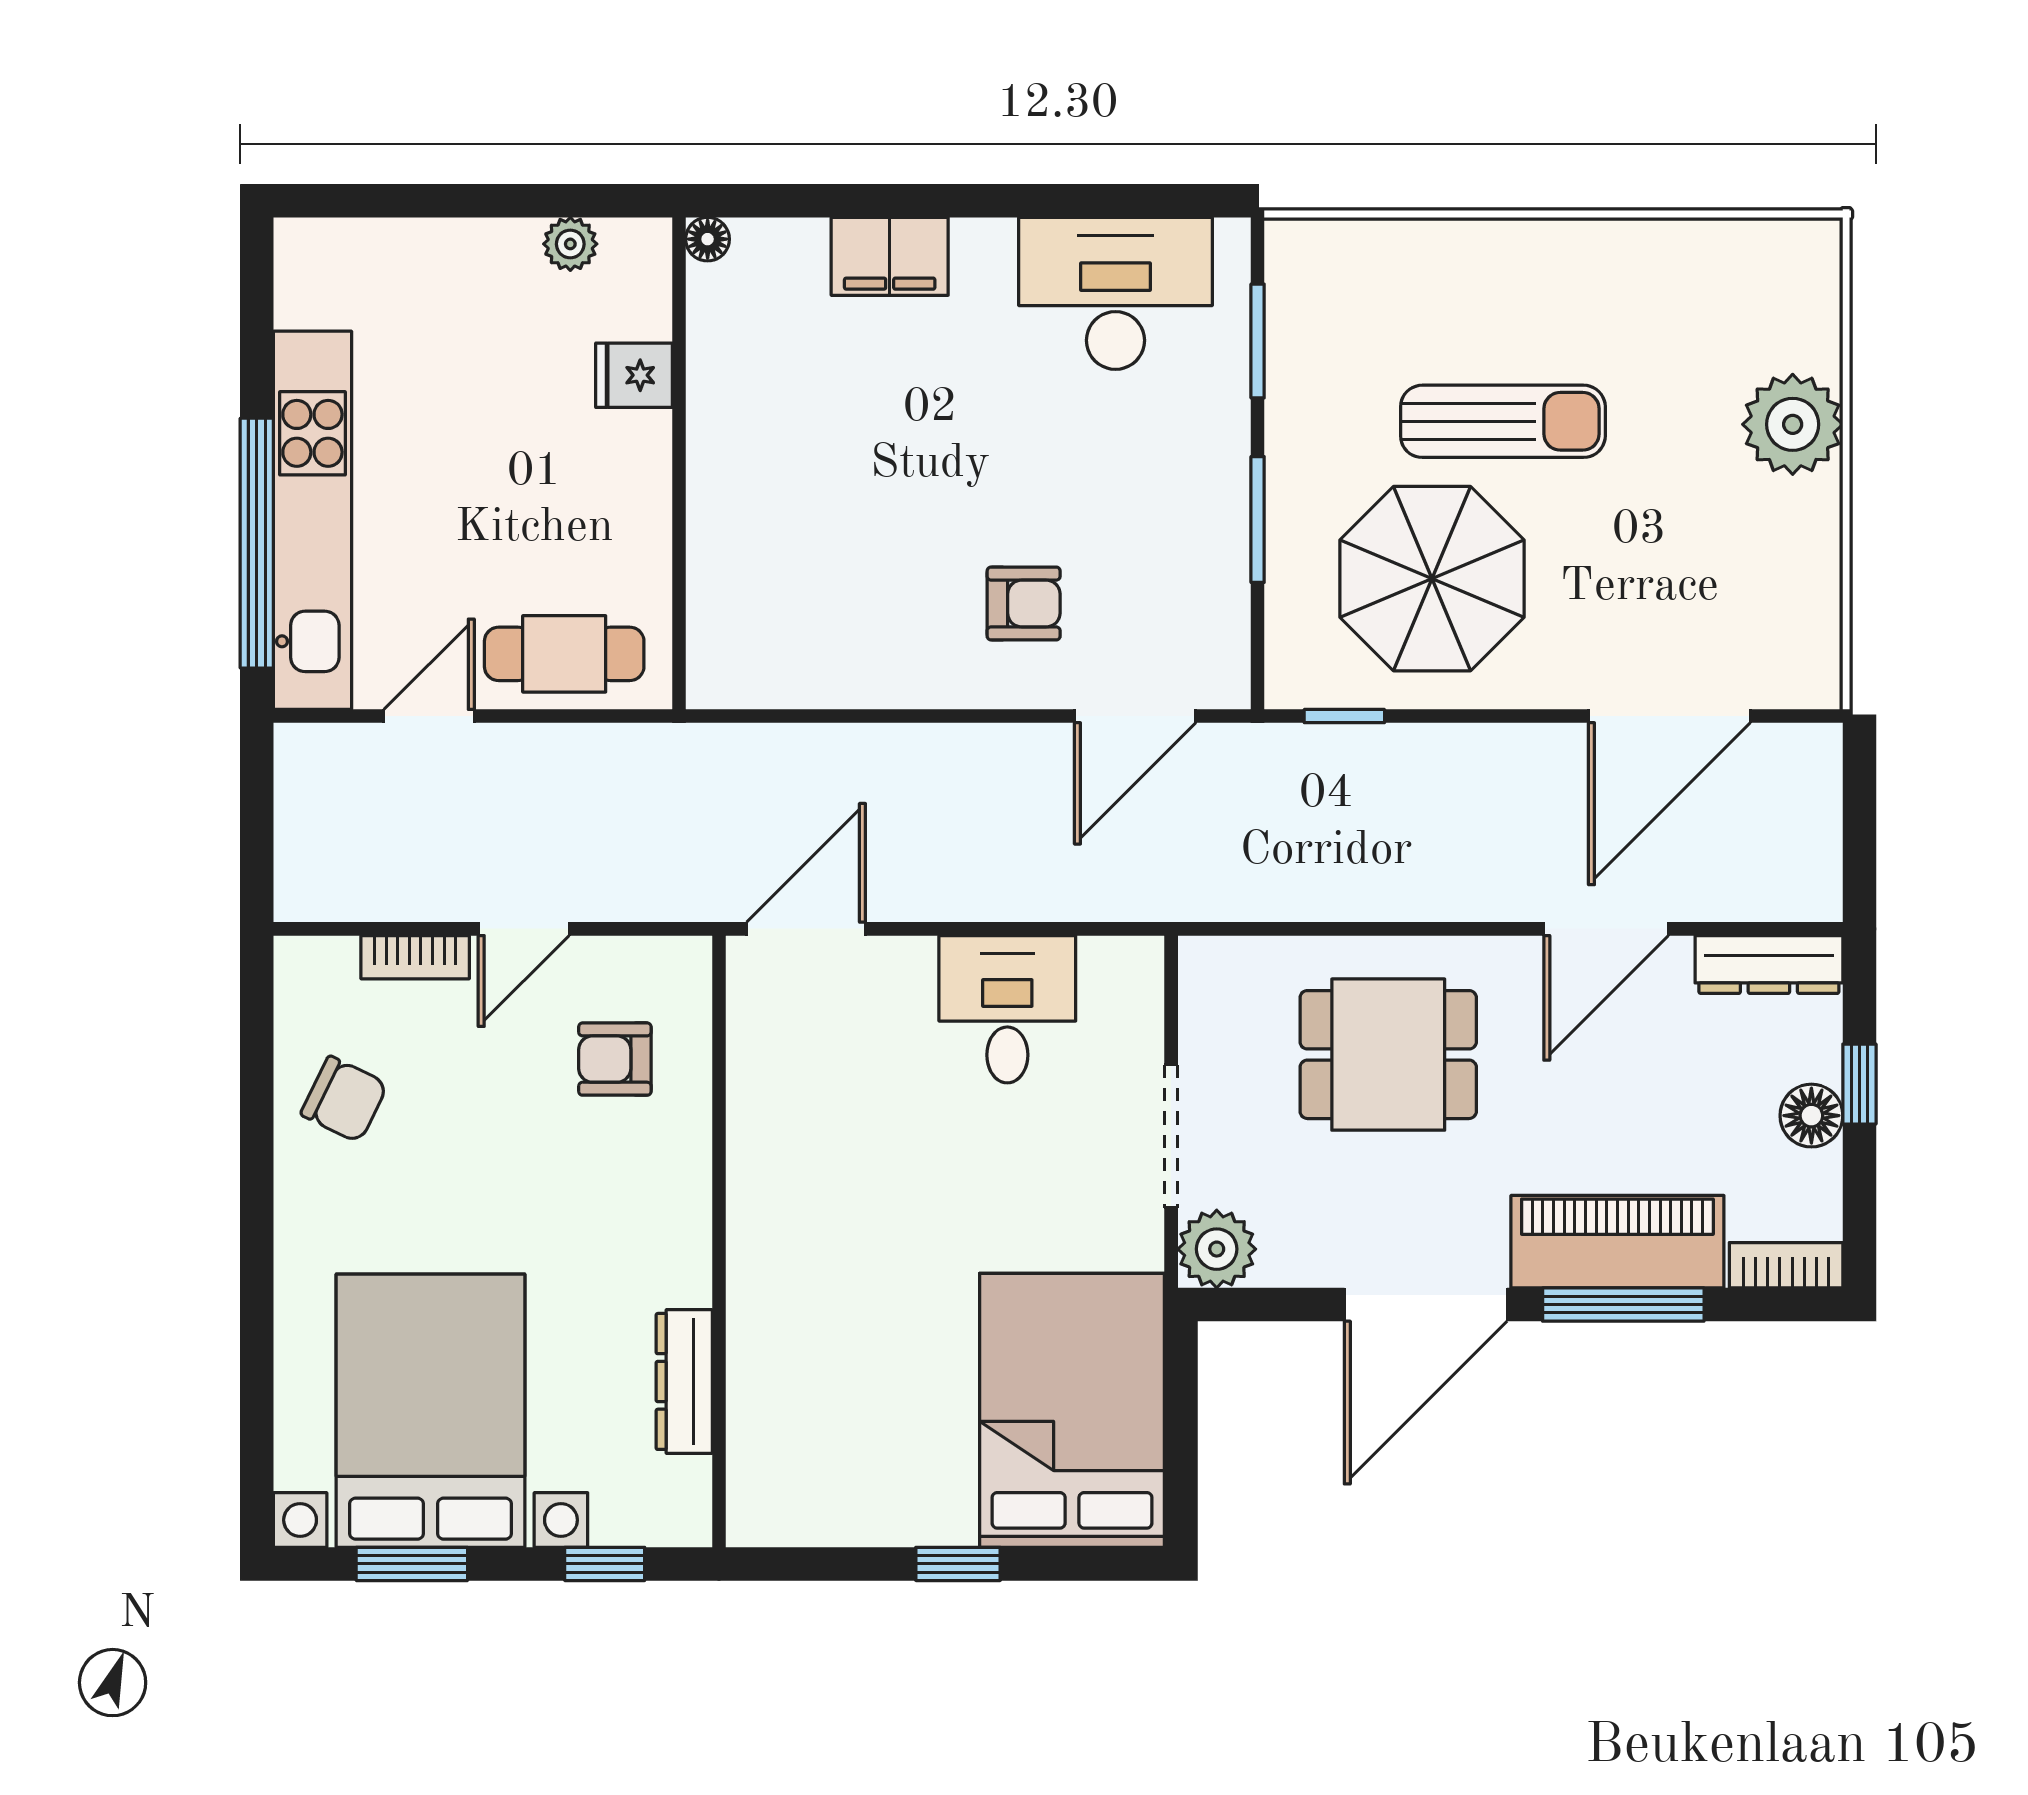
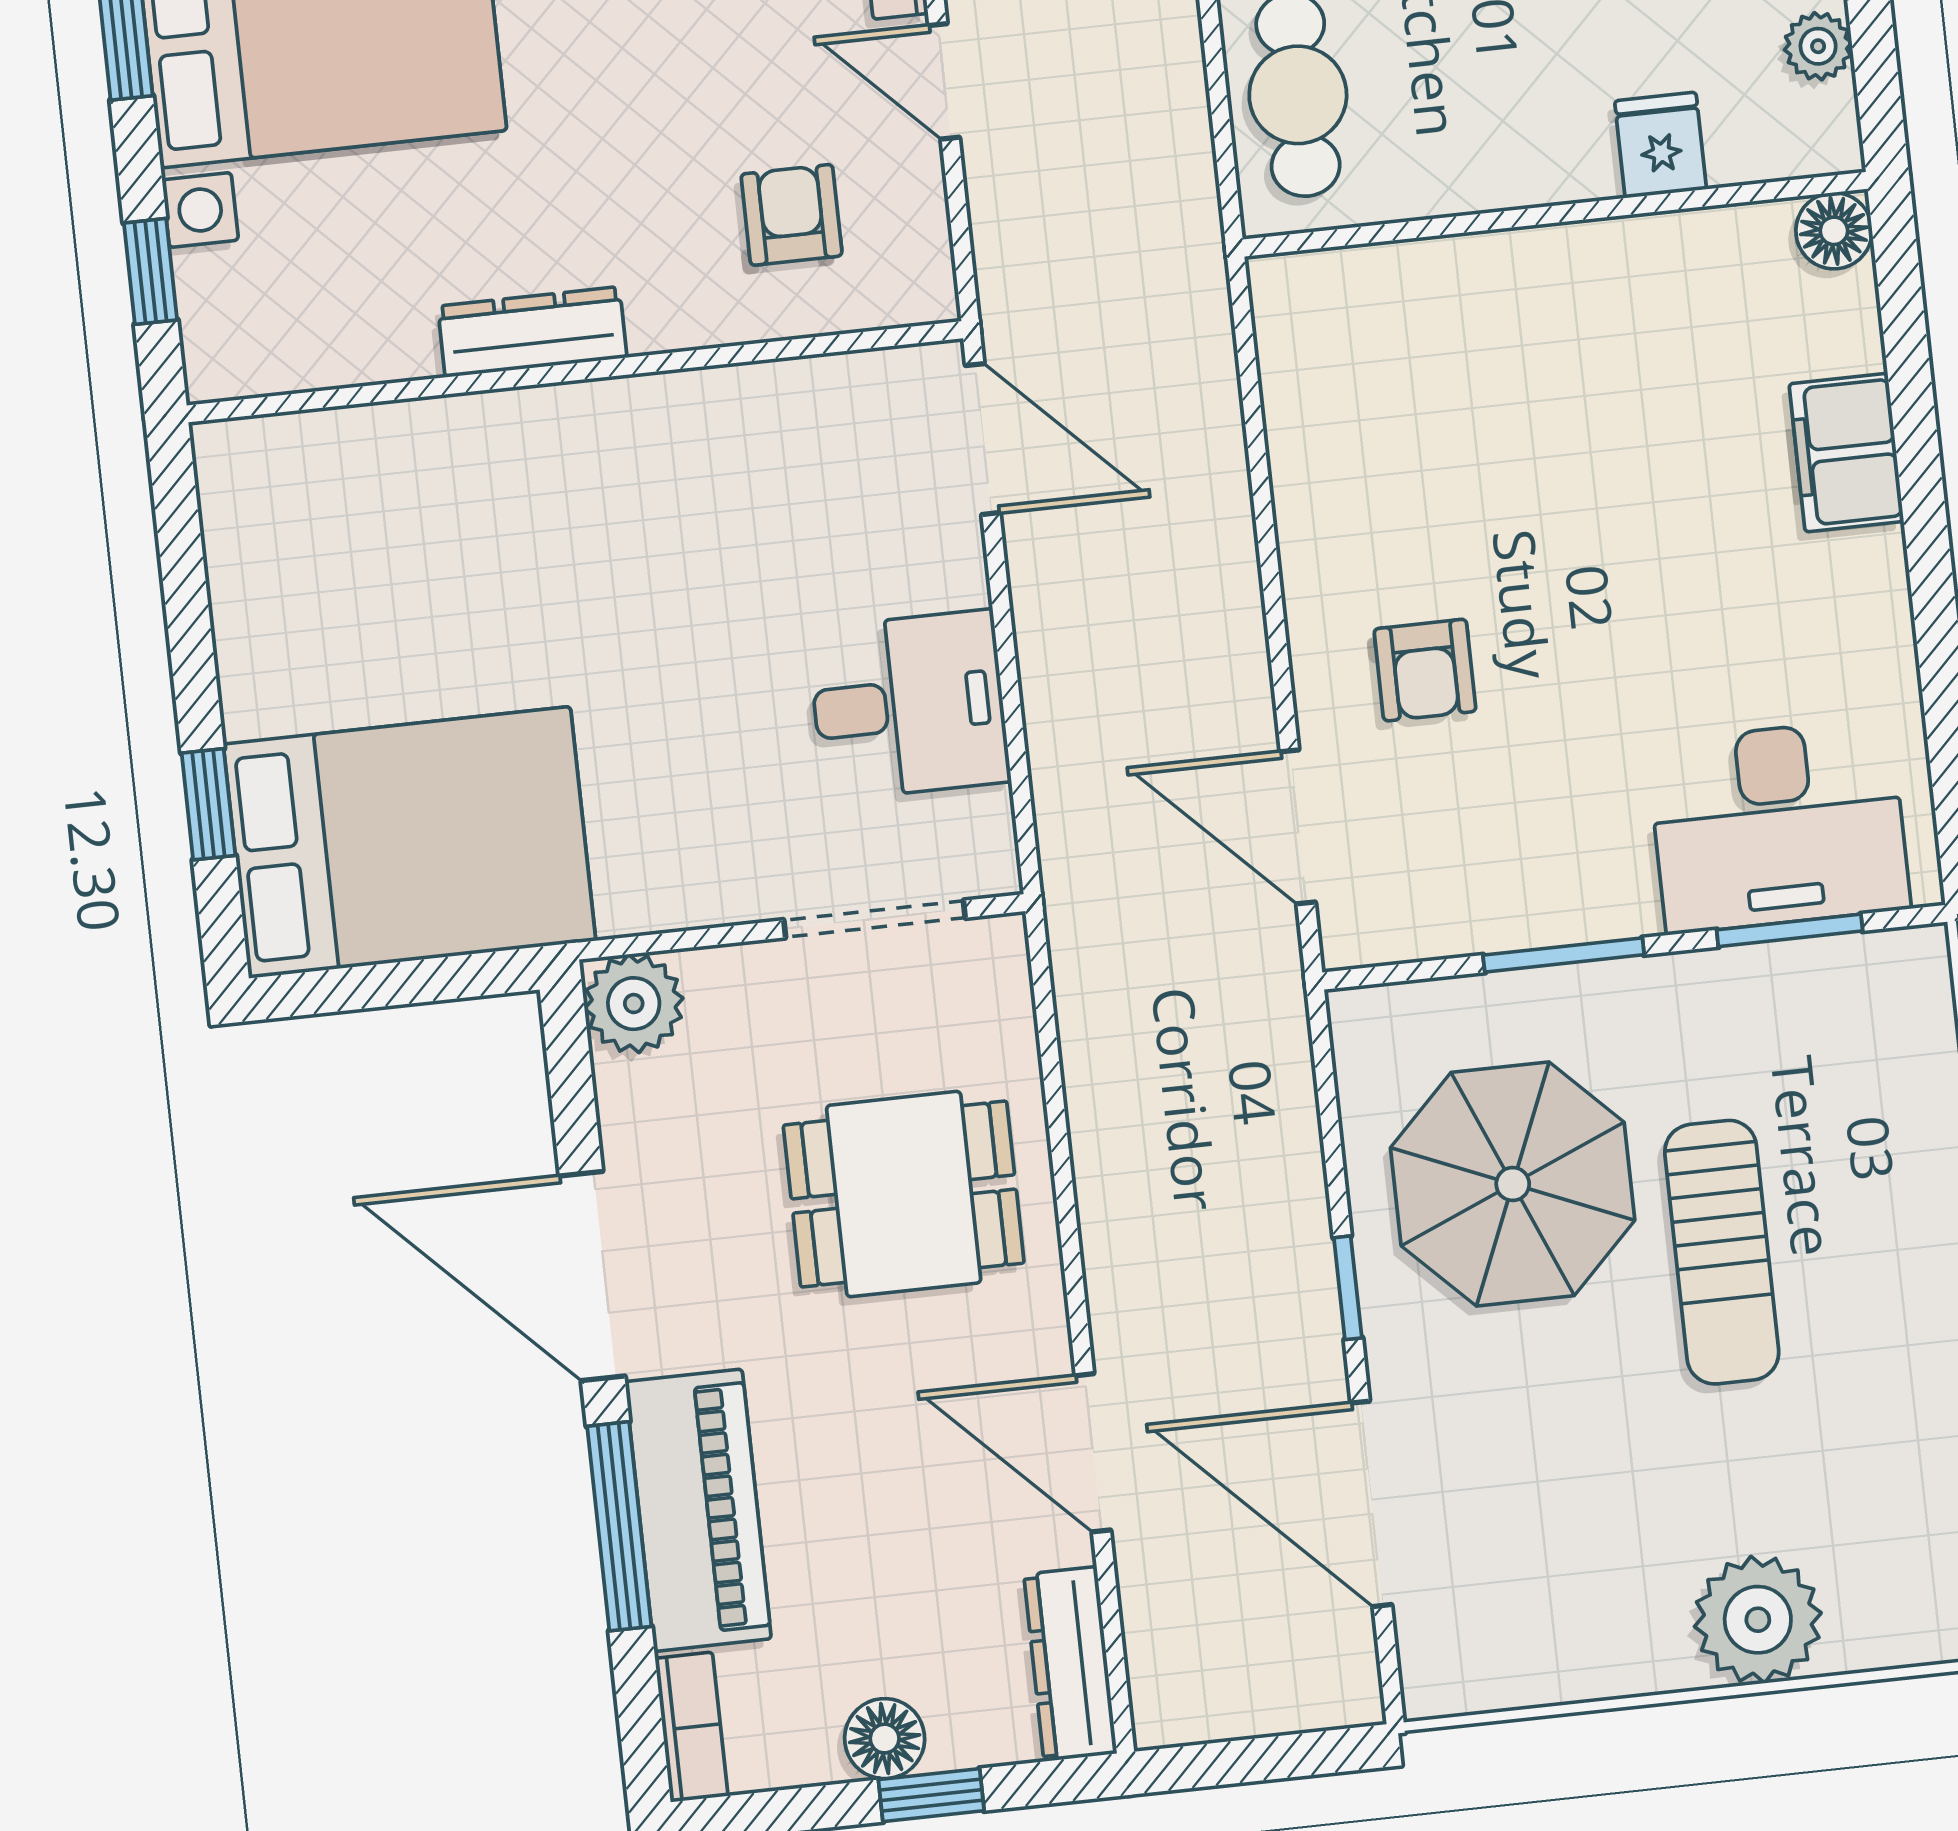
floor lamp: (708, 239) -> (1834, 231), width x1.37, depth x1.37
desk: (1115, 293) -> (1778, 826), moved, turned 90
window: (1344, 716) -> (1348, 1288), moved
dining table: (1388, 1055) -> (904, 1194), turned 90
doorway: (1171, 1136) -> (874, 919), moved
dresser: (684, 1381) -> (532, 332), moved
window: (958, 1564) -> (208, 804), moved

